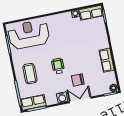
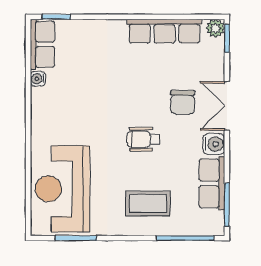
row of seats: (107, 60) -> (164, 31), width x1.48
row of seats: (33, 102) -> (212, 183), moved

